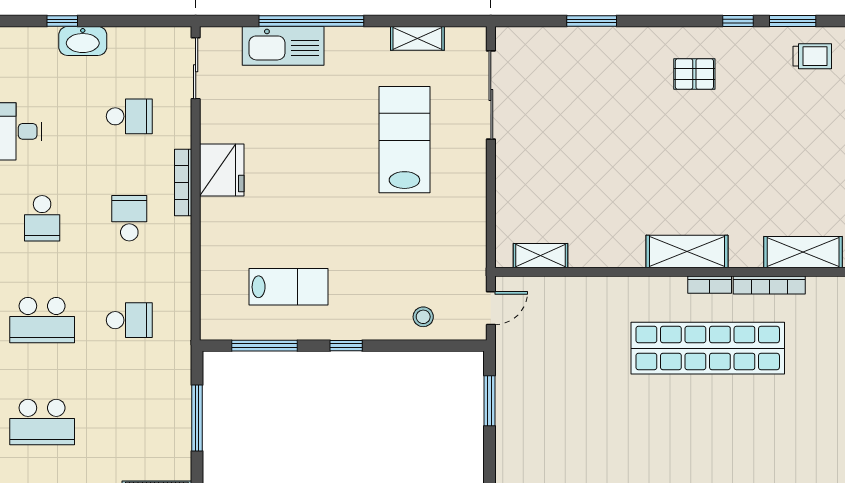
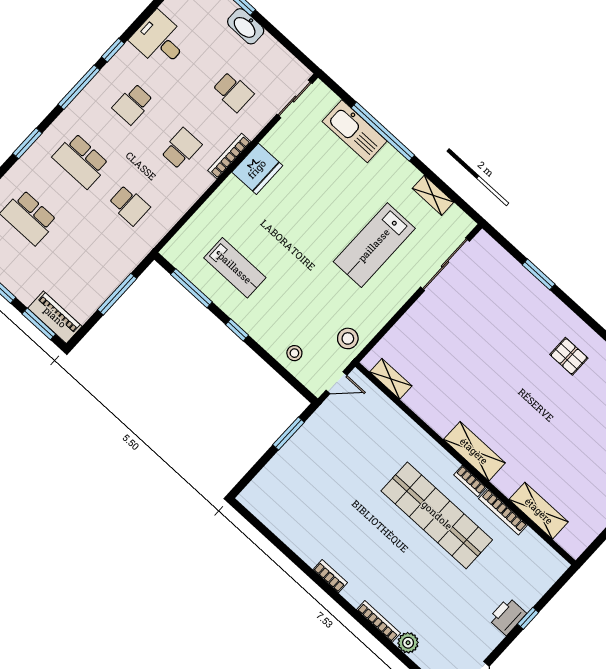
lab bench: (404, 140) -> (374, 245), turned 180
stool: (462, 255) -> (348, 338), added

